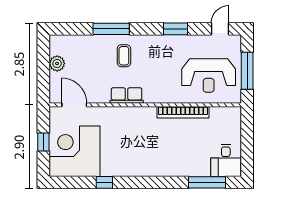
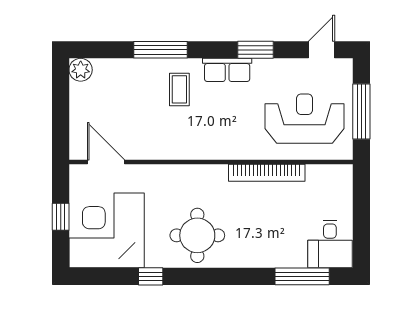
plant: (57, 63) -> (81, 70), moved
reception desk: (209, 76) -> (304, 119), turned 180
row of seats: (127, 96) -> (227, 70), moved, turned 180
round table: (136, 155) -> (197, 235), added

